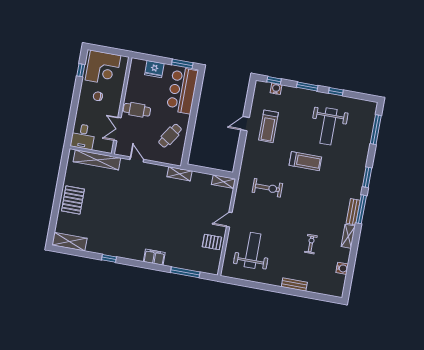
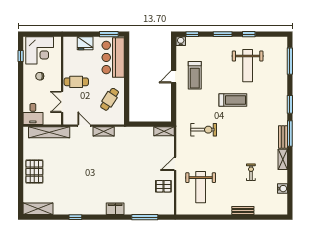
water cooler: (276, 89) -> (181, 41), moved
shelving: (179, 174) -> (104, 131), moved
weight bench: (253, 250) -> (201, 187), turned 180

